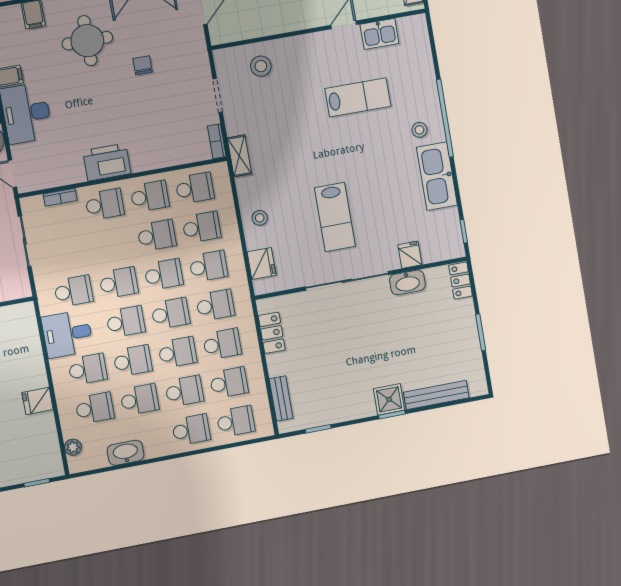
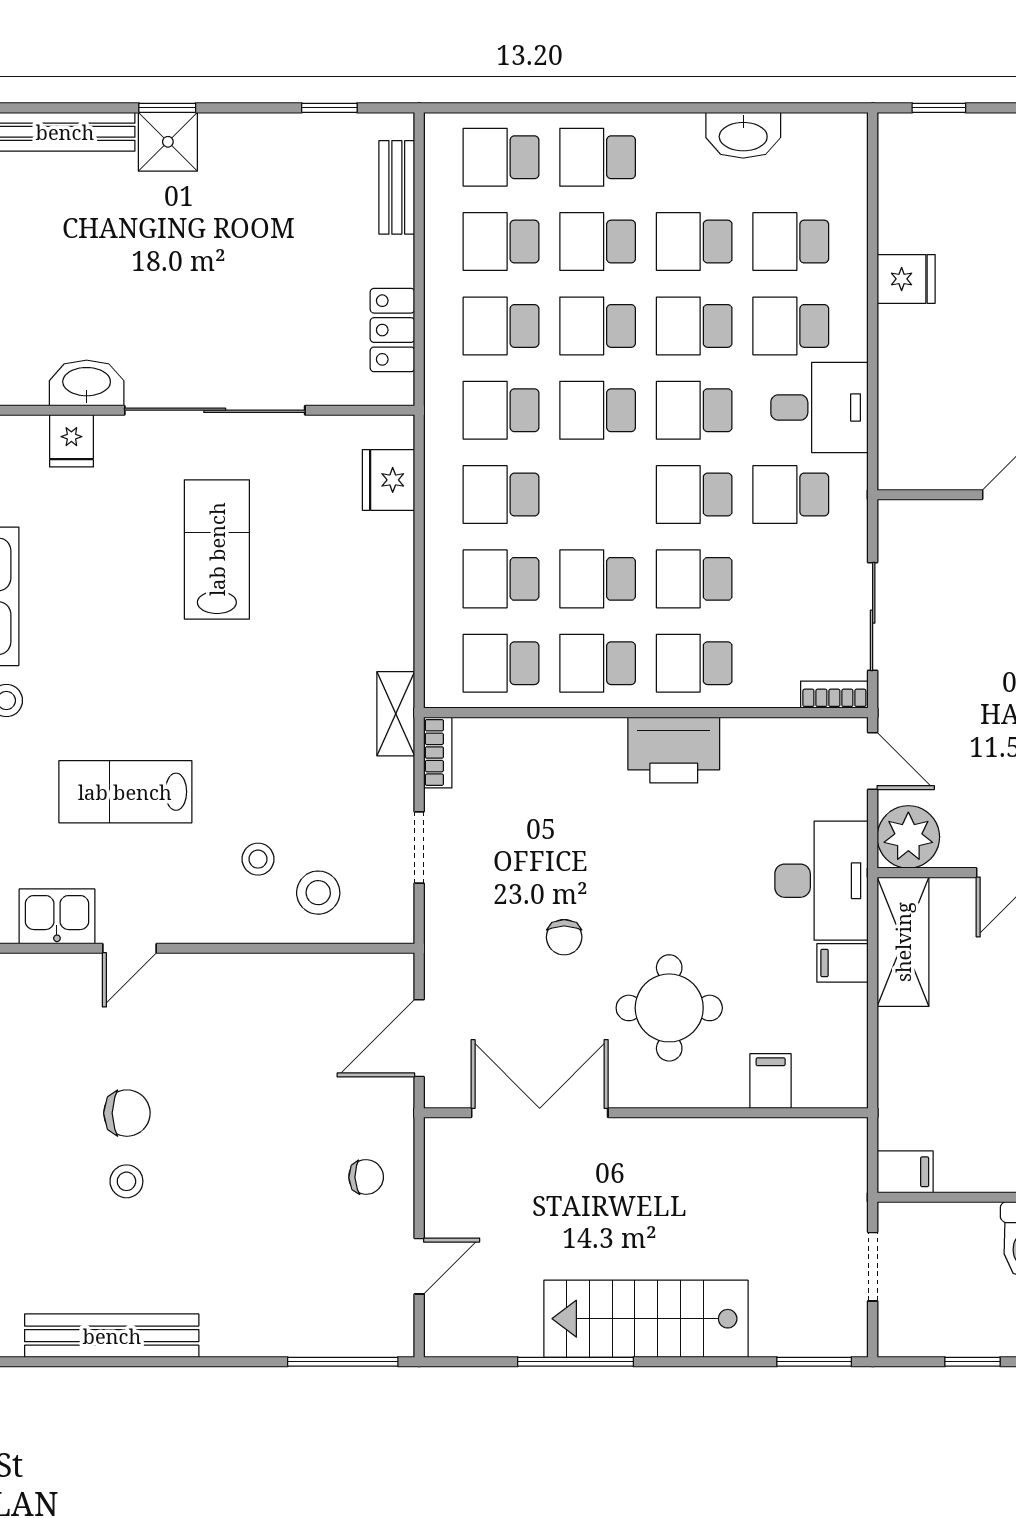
bookcase: (60, 197) -> (834, 695), moved
stool: (260, 218) -> (258, 859), moved
school desk: (164, 275) -> (694, 579), moved
plant: (73, 447) -> (851, 168), removed

